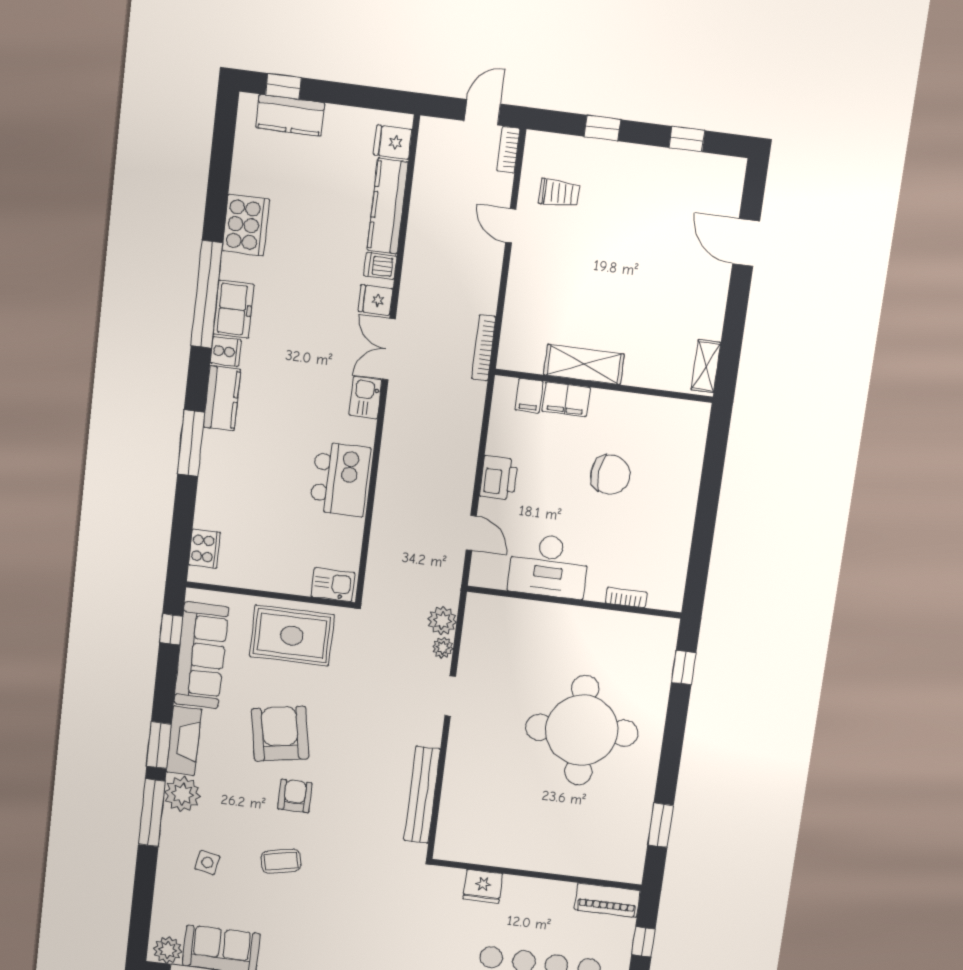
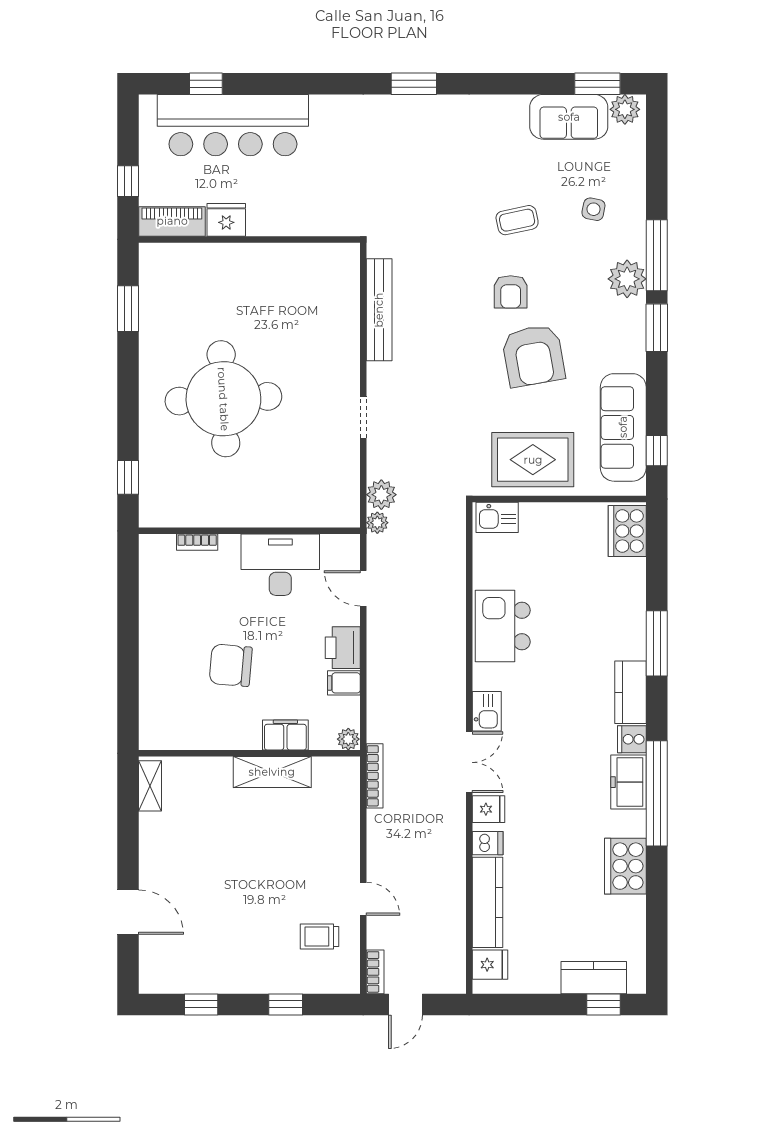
plant: (505, 387) -> (348, 739), added
filing cabinet: (529, 396) -> (344, 683), moved, turned -90
cooker: (204, 549) -> (627, 531), width x1.37, depth x1.31
plant: (443, 648) -> (377, 523), moved
fireplace: (184, 741) -> (631, 336), removed
fridge: (483, 886) -> (226, 220), moved

